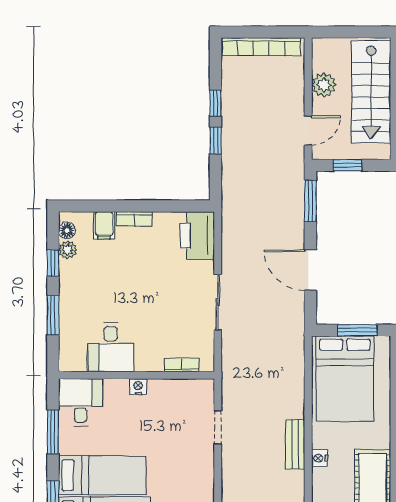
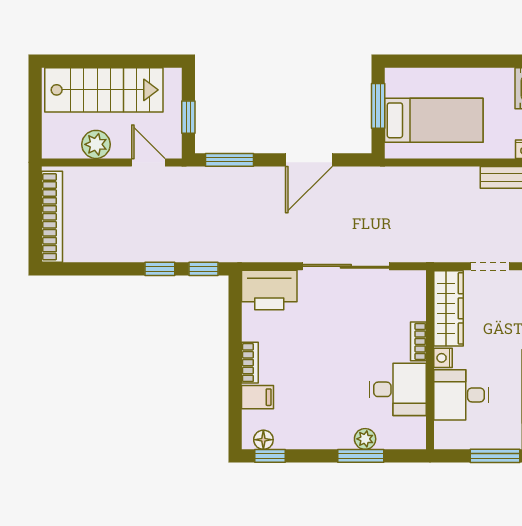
window: (216, 103) -> (204, 269), moved
plant: (68, 250) -> (365, 439), moved
window: (53, 263) -> (270, 456), moved
sliding door: (218, 302) -> (346, 266), width x1.37
bookcase: (182, 365) -> (418, 341), moved
bed: (345, 379) -> (434, 120), width x0.67
wardrobe: (181, 391) -> (448, 308), added
desk: (81, 402) -> (461, 395), moved

